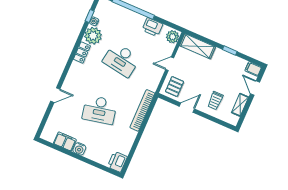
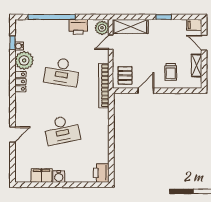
door: (170, 64) -> (111, 42), moved
bookcase: (142, 110) -> (104, 86), moved

